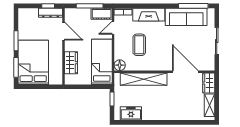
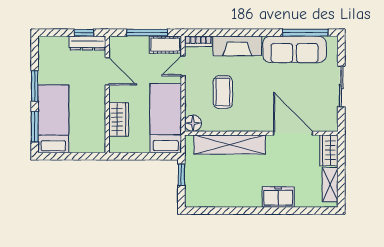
bed: (33, 62) -> (53, 119), width x0.67
freezer: (131, 113) -> (278, 197), moved

